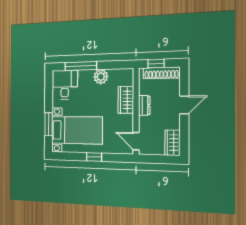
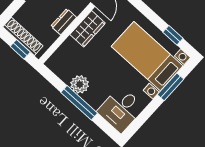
window: (81, 66) -> (79, 103), moved
wardrobe: (126, 100) -> (88, 29), moved
window: (94, 157) -> (173, 35), moved

